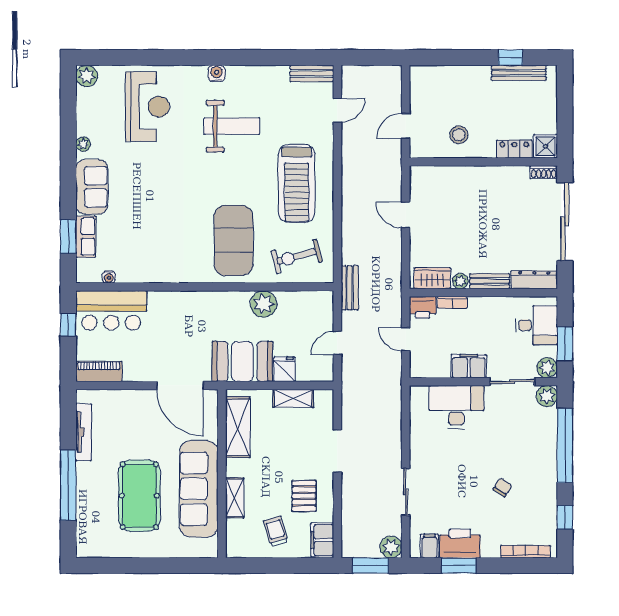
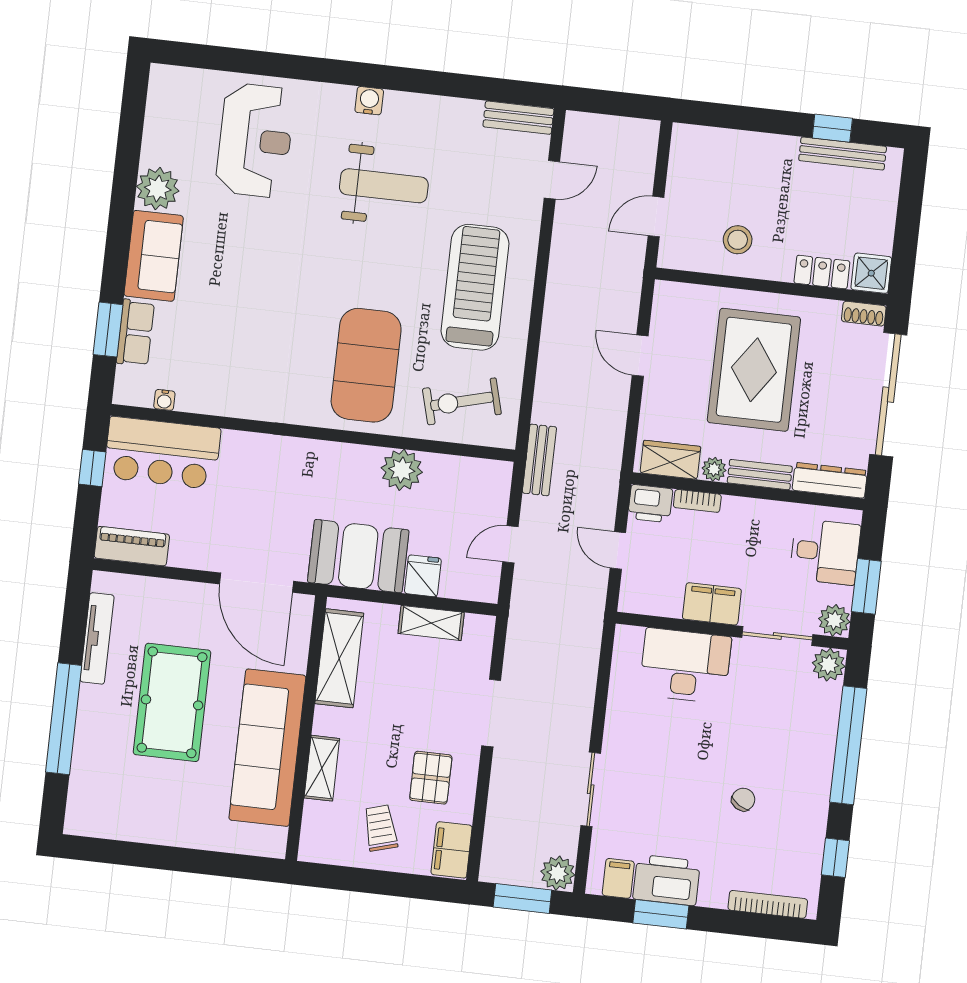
plant: (87, 76) -> (165, 81), removed
plant: (83, 144) -> (158, 189), width x1.87, depth x1.87
treadmill: (297, 184) -> (475, 287), turned 180
rug: (478, 216) -> (754, 370), added
pool table: (139, 496) -> (172, 702), moved

